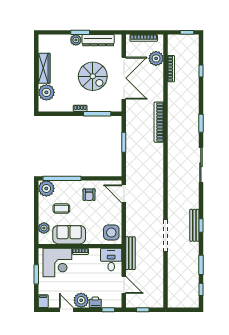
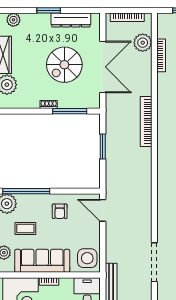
plant: (76, 40) -> (13, 20), moved
spiral stairs: (93, 76) -> (64, 65), turned 90
sofa: (69, 235) -> (42, 261), width x1.36

